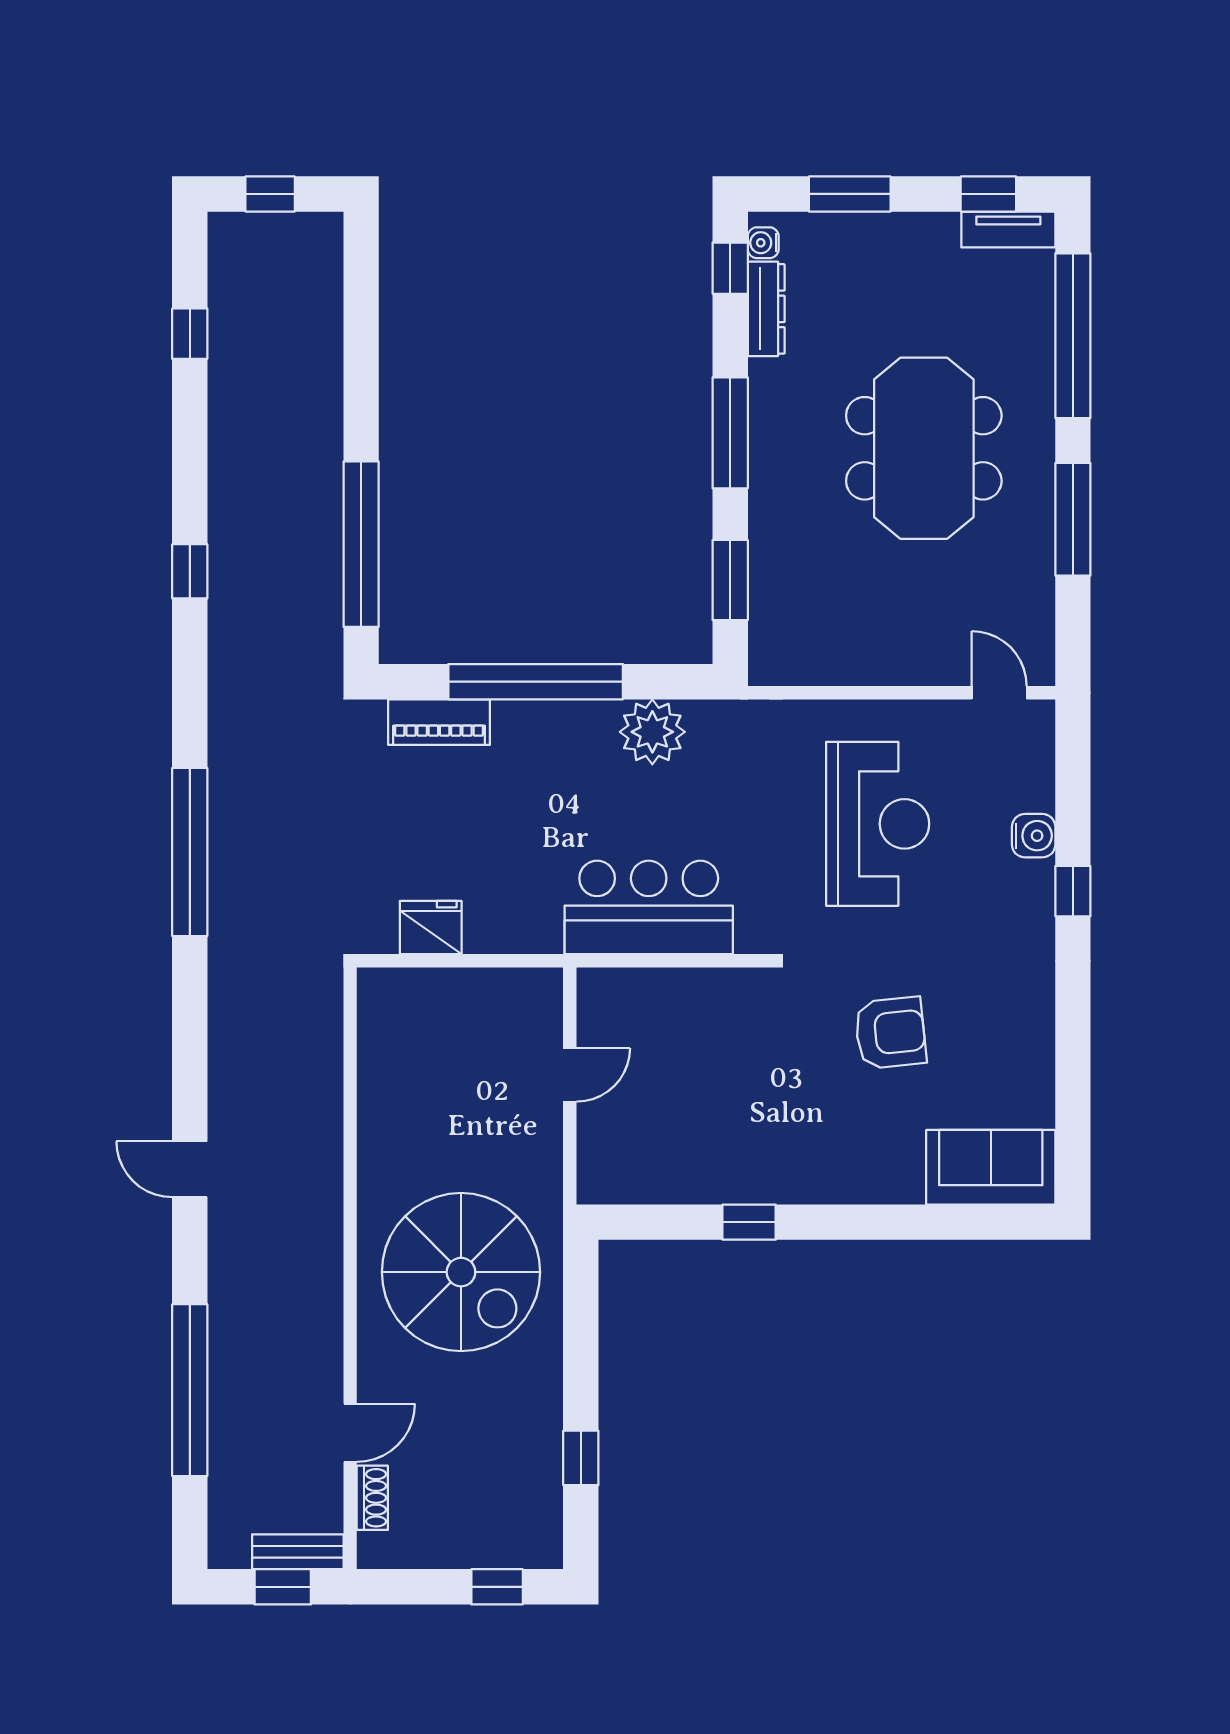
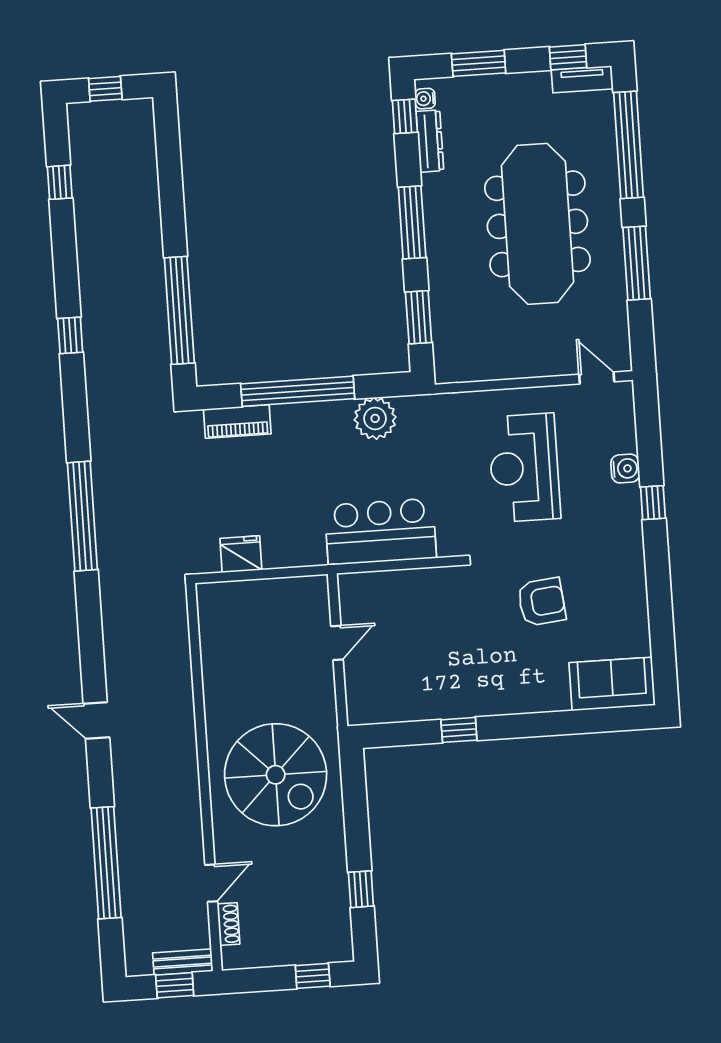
meeting table: (924, 448) -> (537, 224), width x1.36
reception desk: (878, 824) -> (524, 468), turned 180

